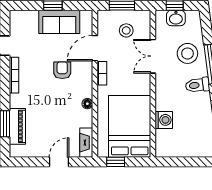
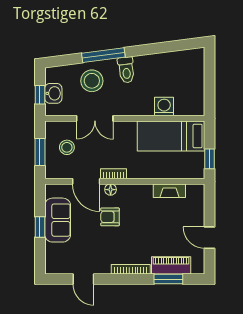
bookcase: (14, 75) -> (131, 269), moved
floor lamp: (87, 104) -> (111, 190), moved
bed: (130, 126) -> (171, 136), width x0.67
fireplace: (86, 143) -> (169, 191), moved
door: (59, 162) -> (210, 238), moved

